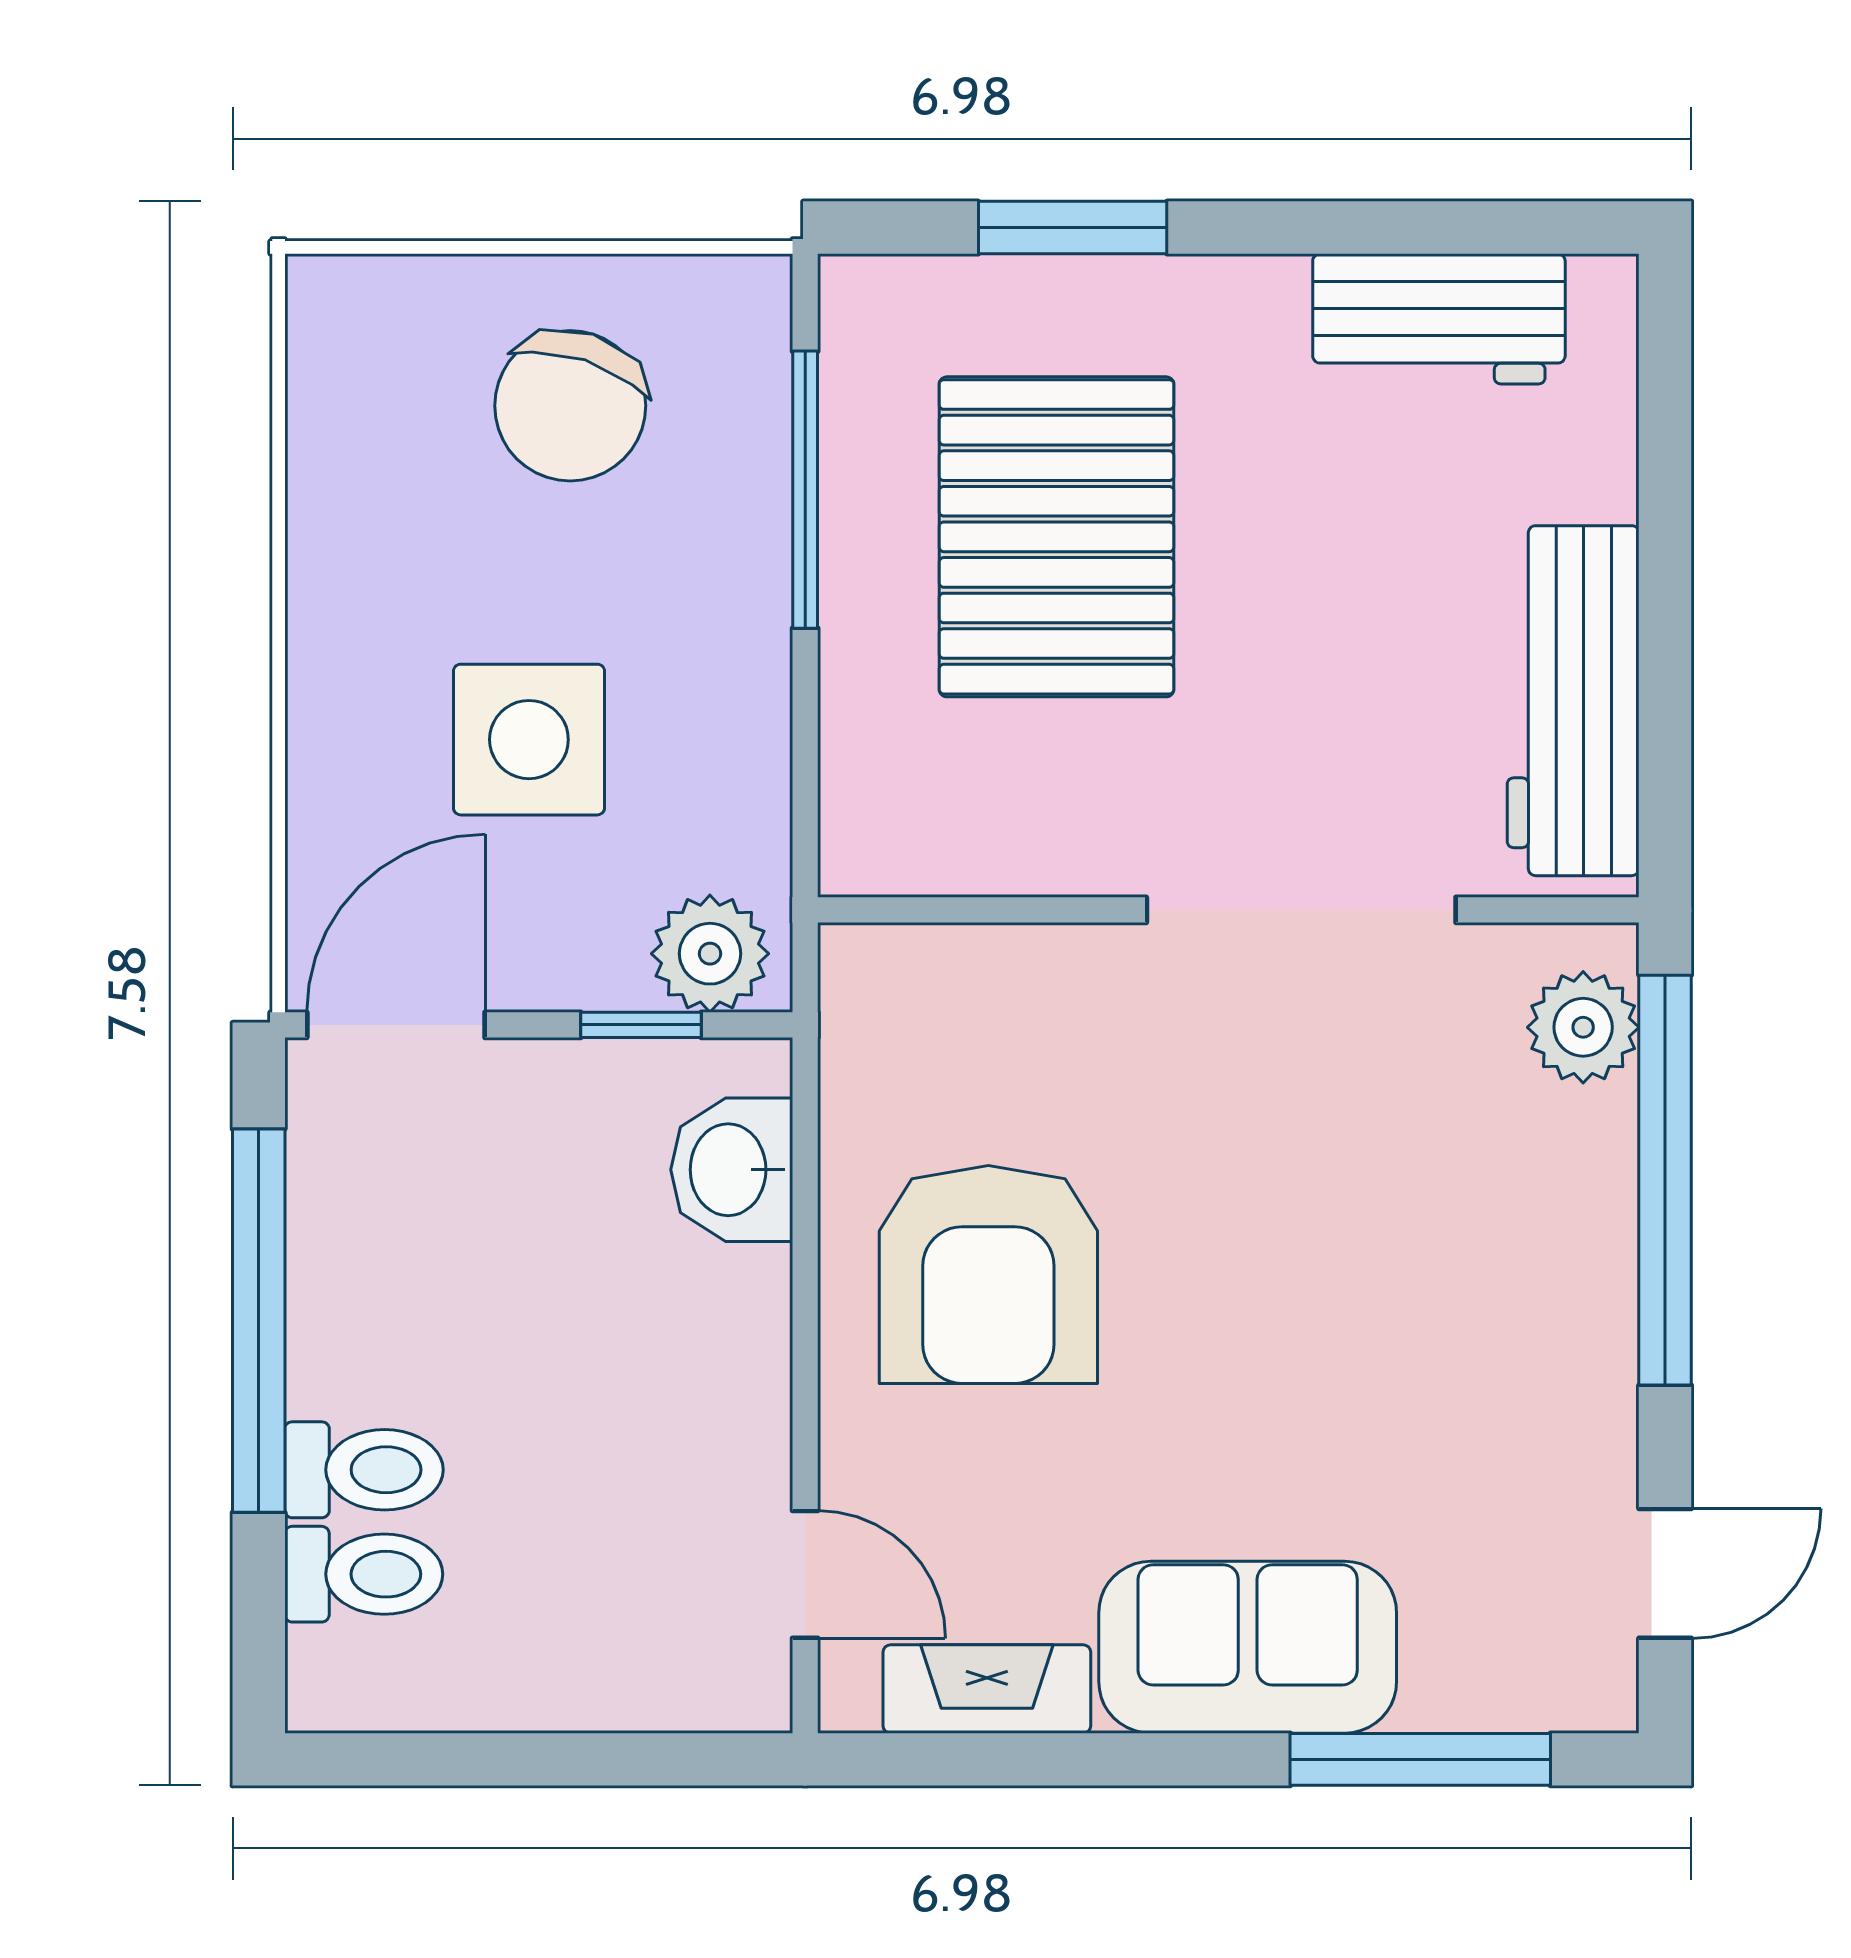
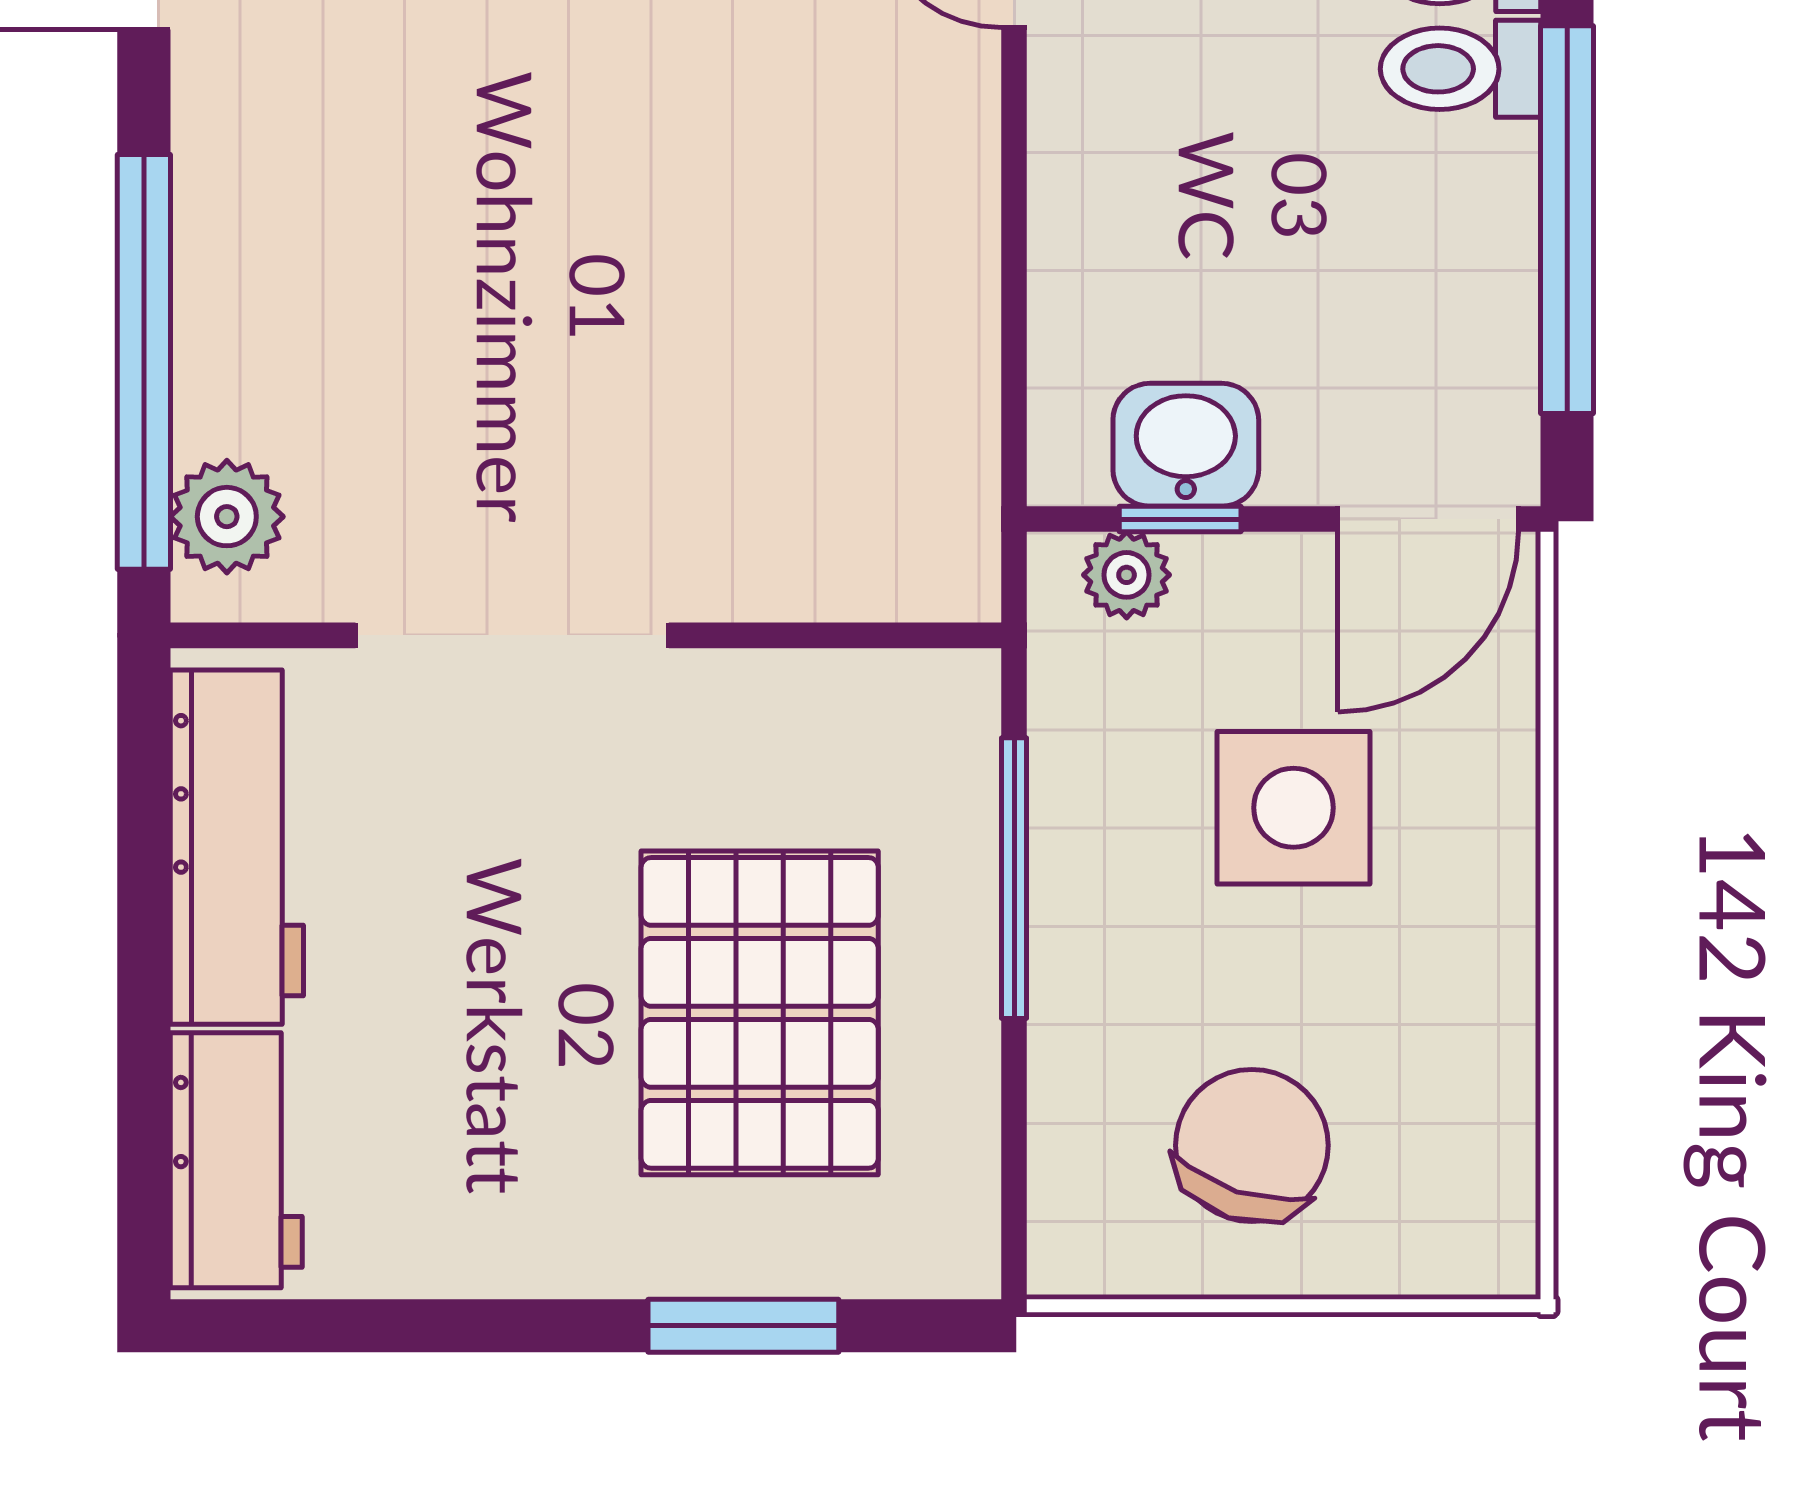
workbench: (1439, 319) -> (236, 1160), moved, turned 90
window: (805, 490) -> (1014, 878), moved
plant: (710, 954) -> (1127, 575), width x0.73, depth x0.73
washbasin: (732, 1170) -> (1186, 445), moved, turned -90
armchair: (988, 1275) -> (829, 266), removed

